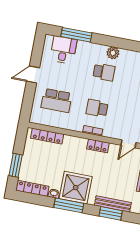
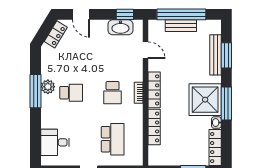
window: (76, 35) -> (36, 91), moved
school desk: (104, 72) -> (71, 93), turned 90
locker: (47, 136) -> (154, 127), moved
locker: (98, 146) -> (154, 90), width x1.53

